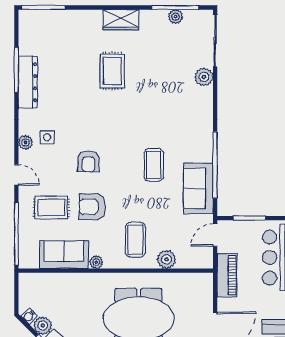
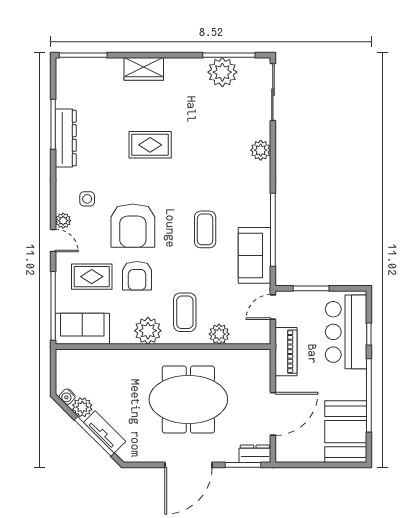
plant: (176, 17) -> (222, 72), width x1.88, depth x1.88
wardrobe: (121, 20) -> (144, 69), moved
rug: (112, 71) -> (150, 145), moved, turned 90
plant: (204, 77) -> (261, 150), moved
plant: (25, 142) -> (63, 221), moved
armchair: (88, 161) -> (133, 226), width x1.88, depth x1.88
armchair: (92, 207) -> (137, 276), turned -90
sofa: (64, 255) -> (82, 329), moved
plant: (96, 262) -> (148, 331), width x1.88, depth x1.88

